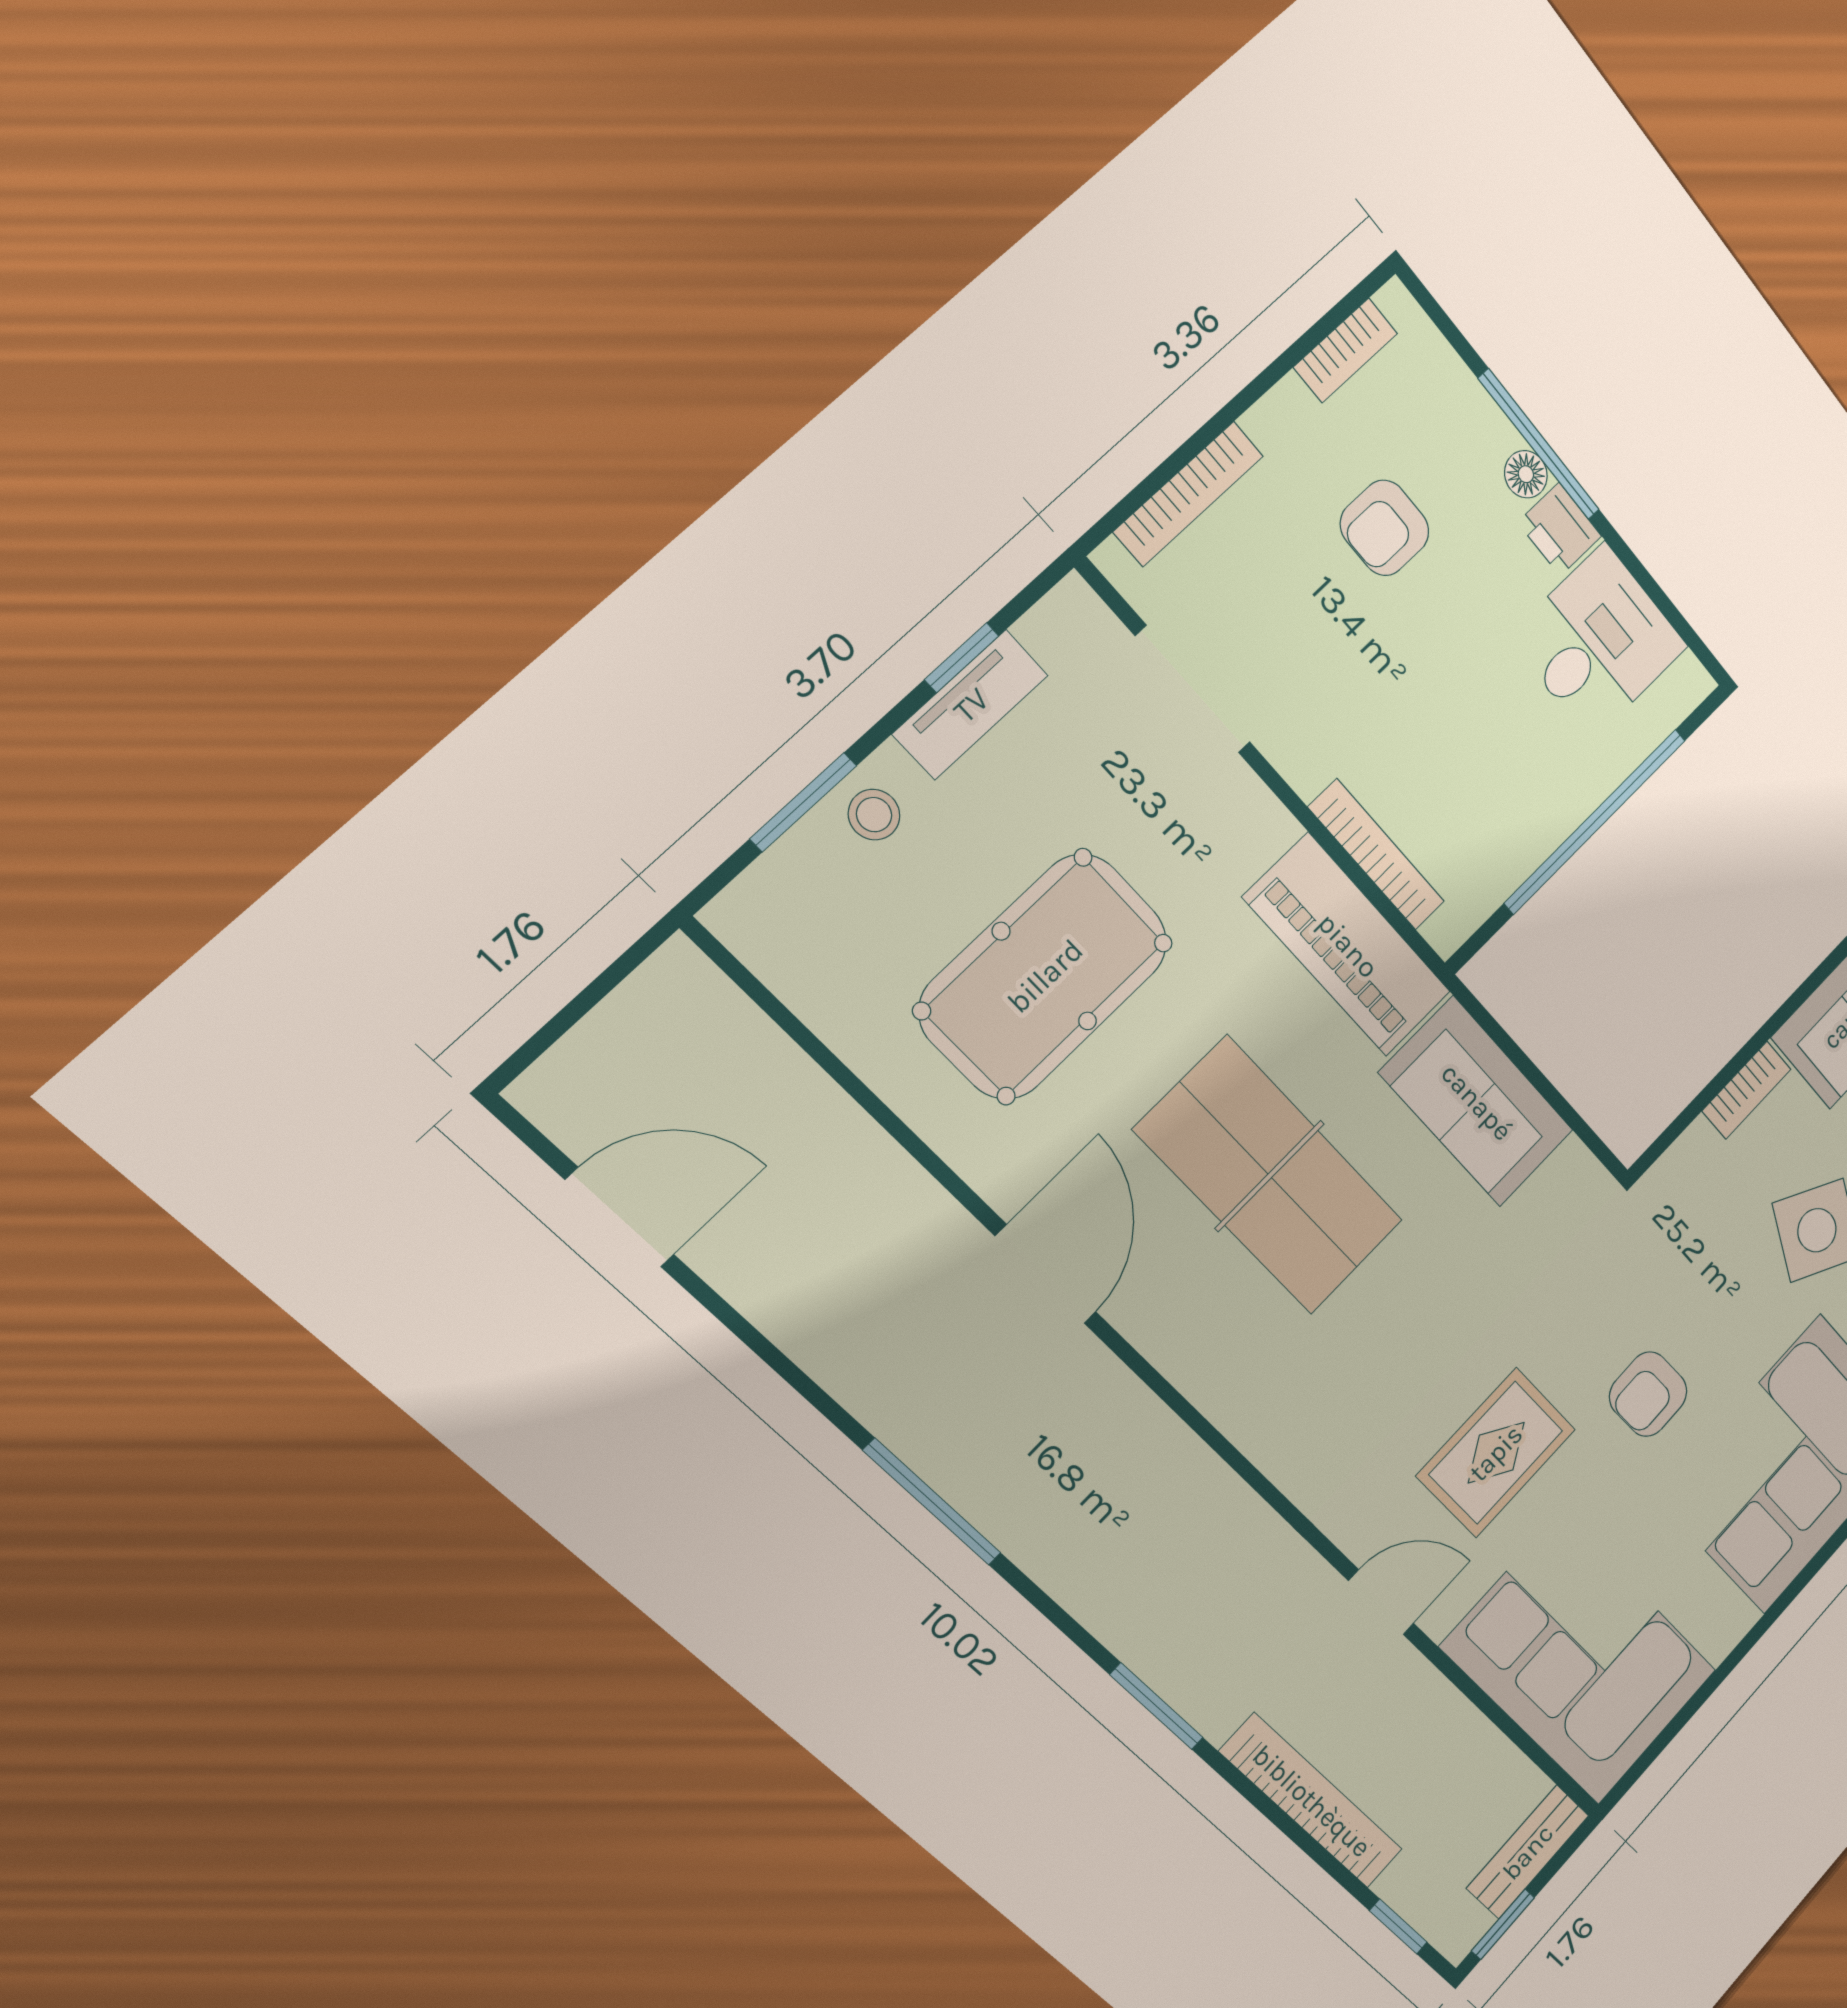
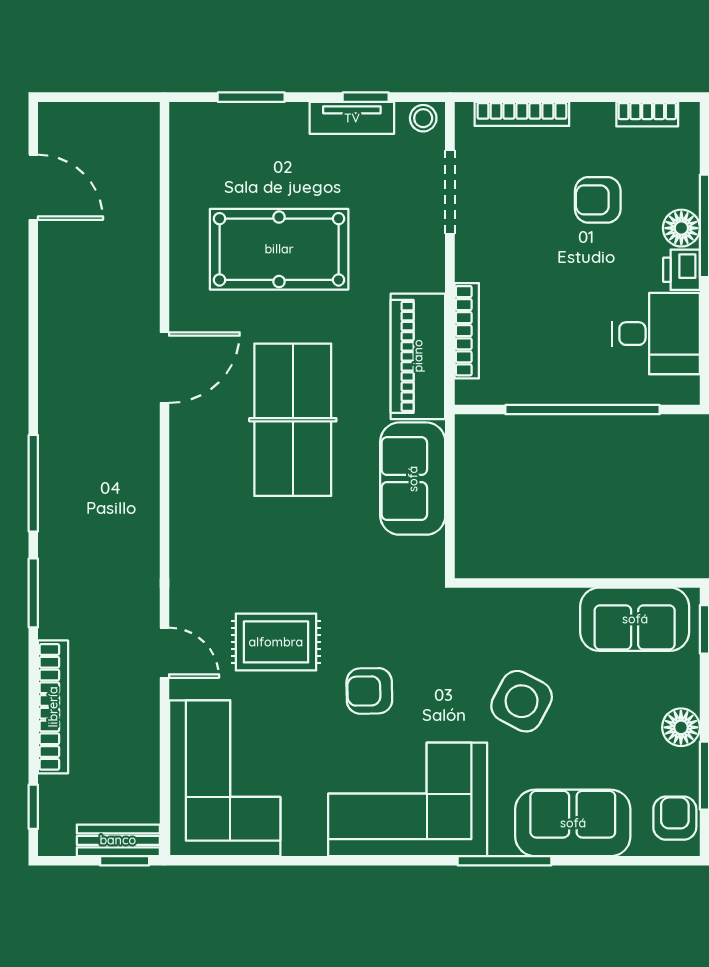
floor lamp: (1526, 474) -> (681, 228), width x1.37, depth x1.37
stool: (874, 815) -> (423, 118), moved
bookcase: (1747, 1090) -> (546, 600), removed
window: (932, 1502) -> (33, 483), moved
window: (1503, 1924) -> (125, 861), moved

